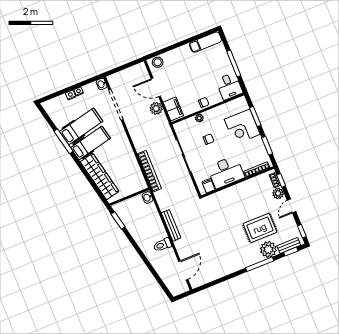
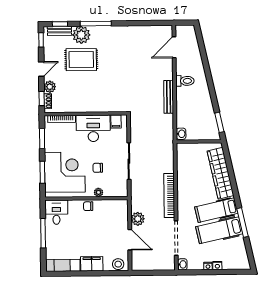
filing cabinet: (173, 109) -> (92, 264), moved, turned 90
corner desk: (242, 127) -> (65, 172), width x1.36, depth x1.36
bookcase: (149, 171) -> (169, 196), moved

